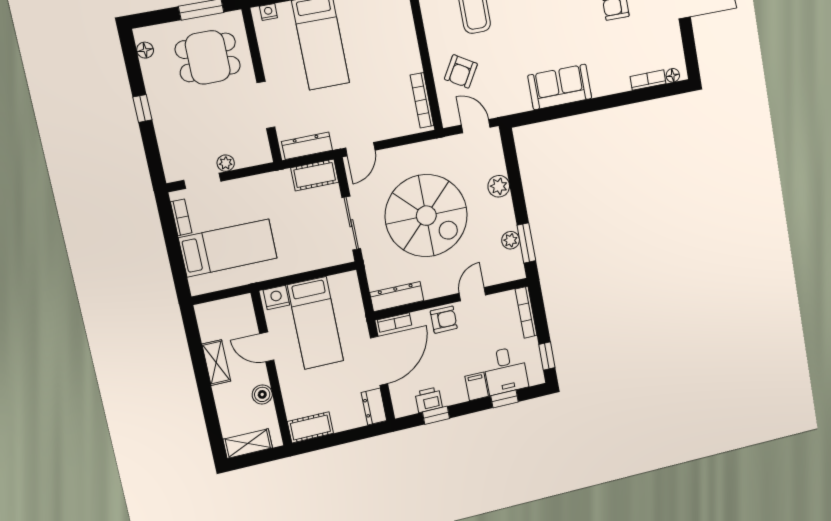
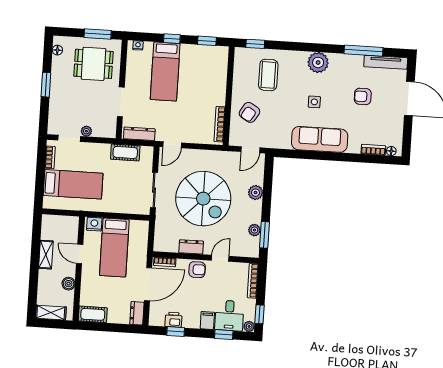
side table: (550, 32) -> (314, 102), added
sofa: (560, 87) -> (320, 139), width x1.36
window: (142, 108) -> (46, 85), width x1.50
door: (476, 126) -> (250, 150), swing flipped
cot: (315, 175) -> (125, 152), moved
dresser: (397, 297) -> (191, 247), moved, width x0.70
plant: (537, 377) -> (249, 326), added

